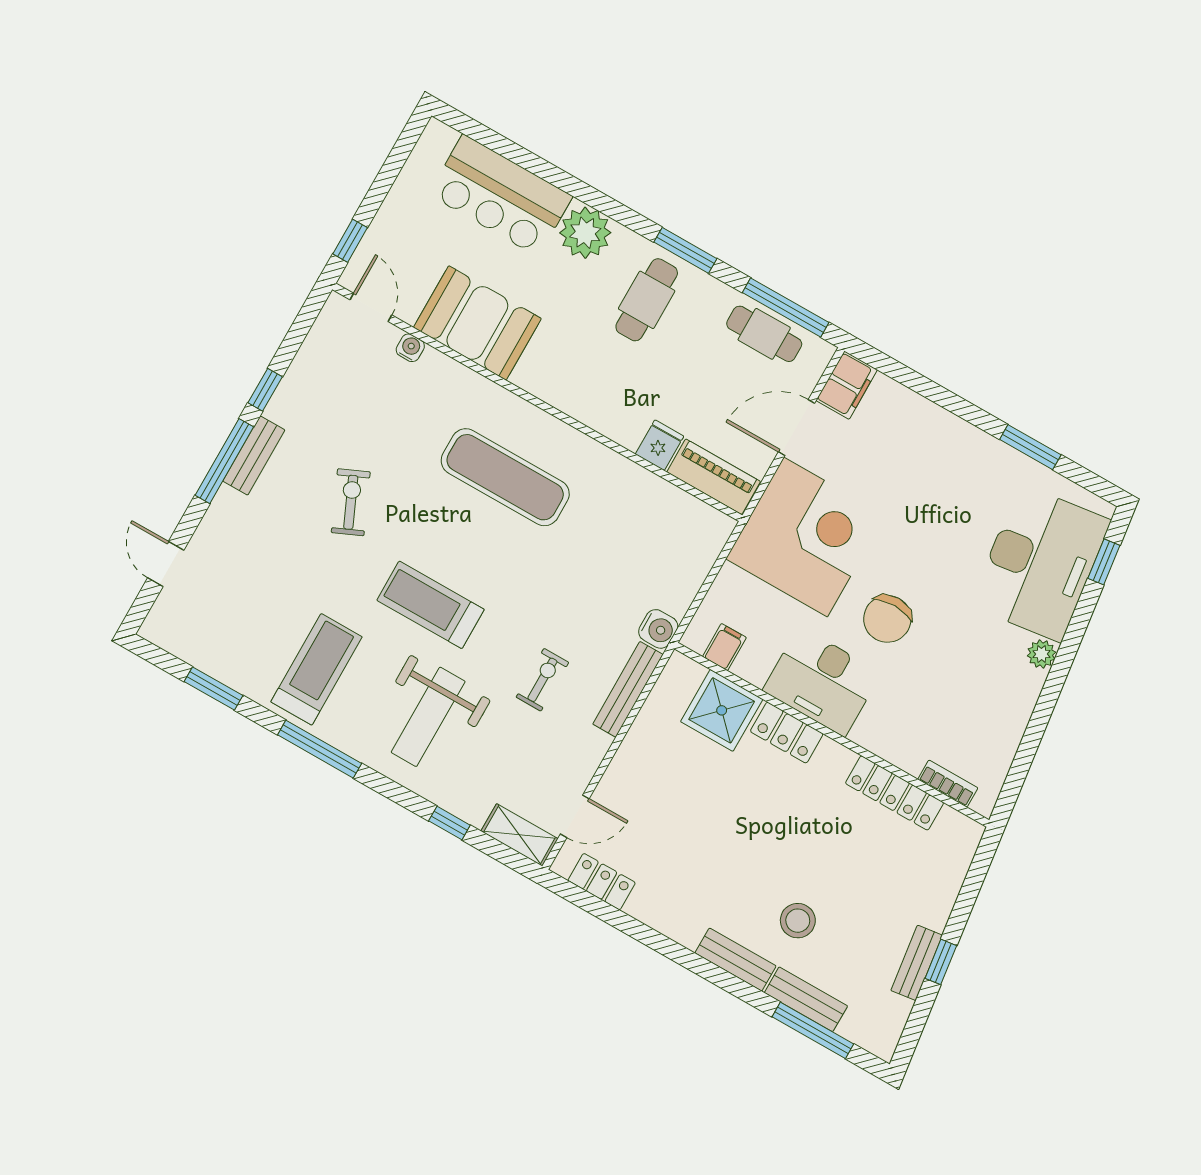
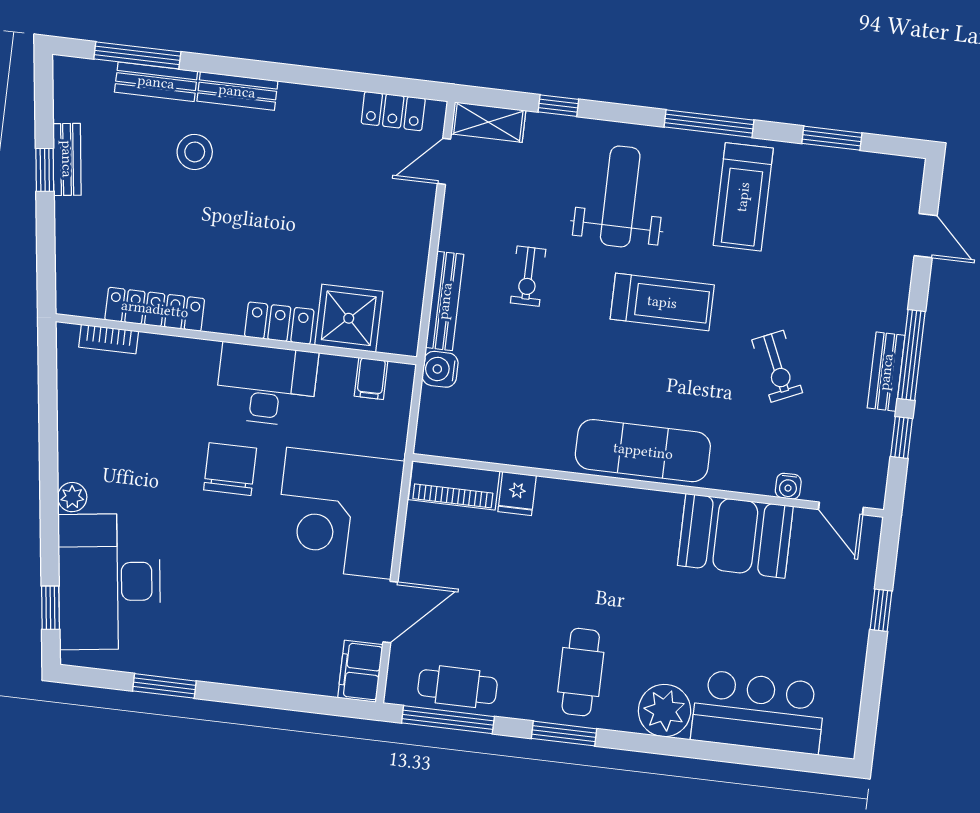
door: (371, 307) -> (841, 508), moved
booth: (477, 323) -> (735, 536), moved
water cooler: (410, 348) -> (788, 486), moved
wall: (537, 402) -> (648, 485), moved
fridge: (660, 445) -> (517, 494), moved
piano: (714, 477) -> (454, 485), moved

